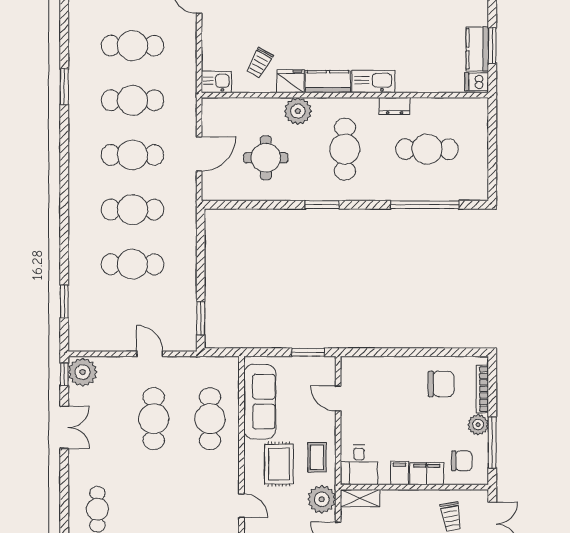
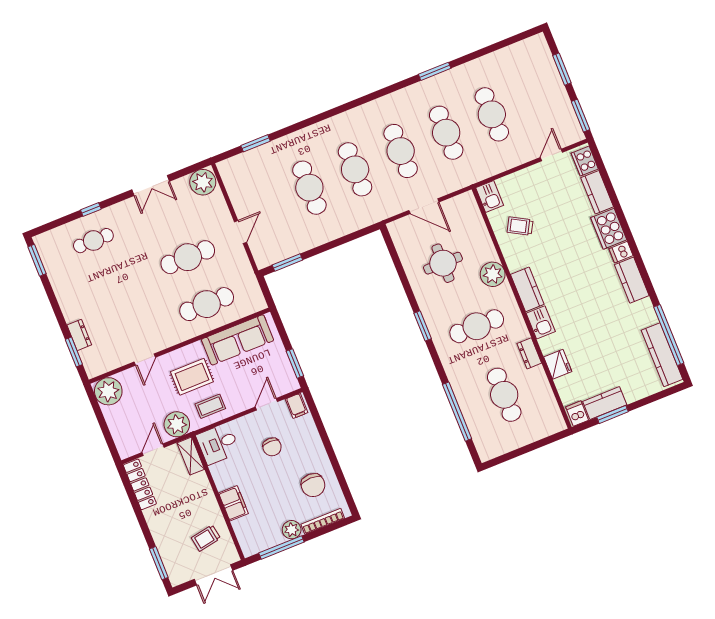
fridge: (291, 81) -> (558, 364), moved
kitchen sink: (373, 81) -> (541, 322), width x0.73
window: (64, 374) -> (91, 210), moved
chair: (462, 461) -> (272, 447), moved
filing cabinet: (399, 473) -> (297, 406), moved, turned 90

